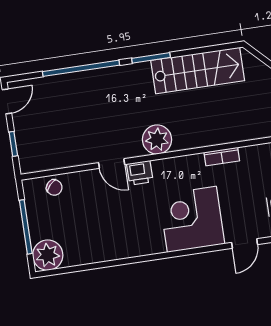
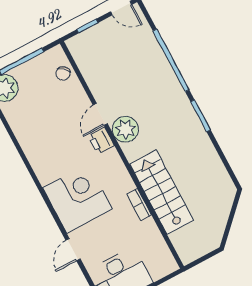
stairs: (198, 71) -> (161, 192), moved, turned 180
plant: (157, 140) -> (125, 129), moved
door: (245, 243) -> (73, 250), hinge flipped

